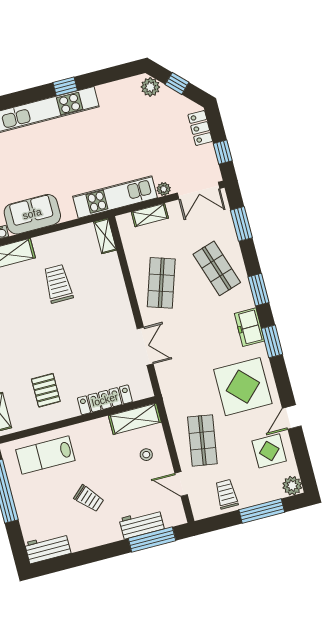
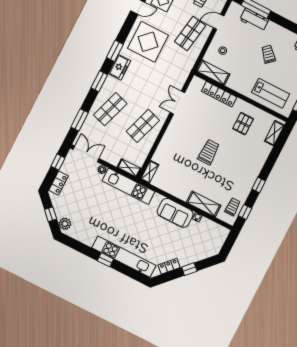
shelving: (150, 215) -> (129, 168), moved
shop shelf: (217, 268) -> (110, 109), turned 36
trolley: (58, 284) -> (209, 152), moved, turned 180
door: (181, 484) -> (219, 22), swing flipped

